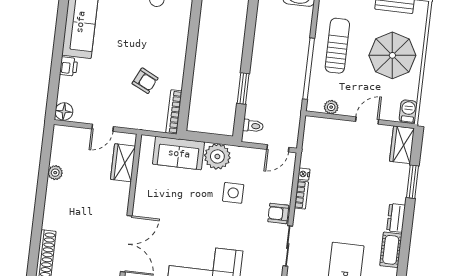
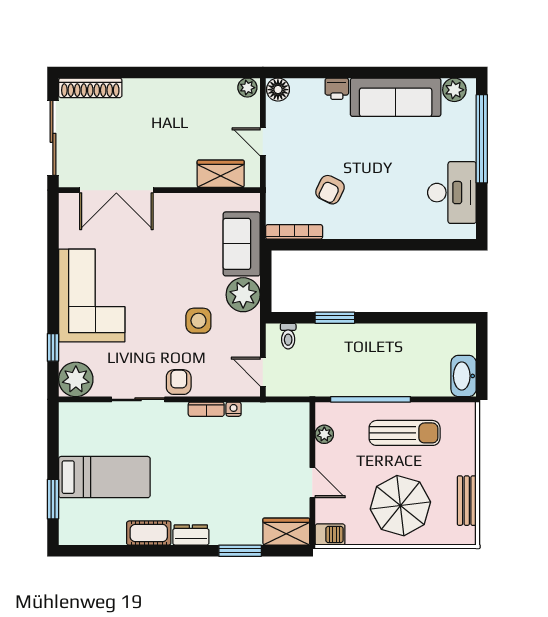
plant: (55, 173) -> (247, 88), moved

